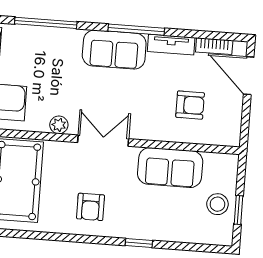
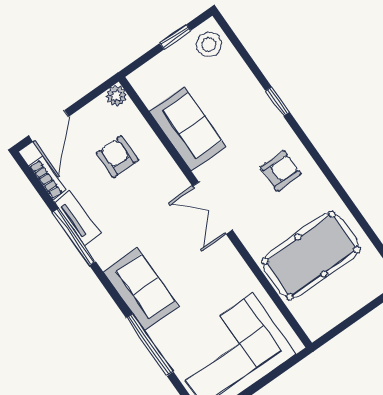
window: (136, 30) -> (74, 237), moved
sofa: (114, 50) -> (141, 289), moved
plant: (59, 125) -> (116, 96), moved
stool: (217, 204) -> (209, 45), moved

